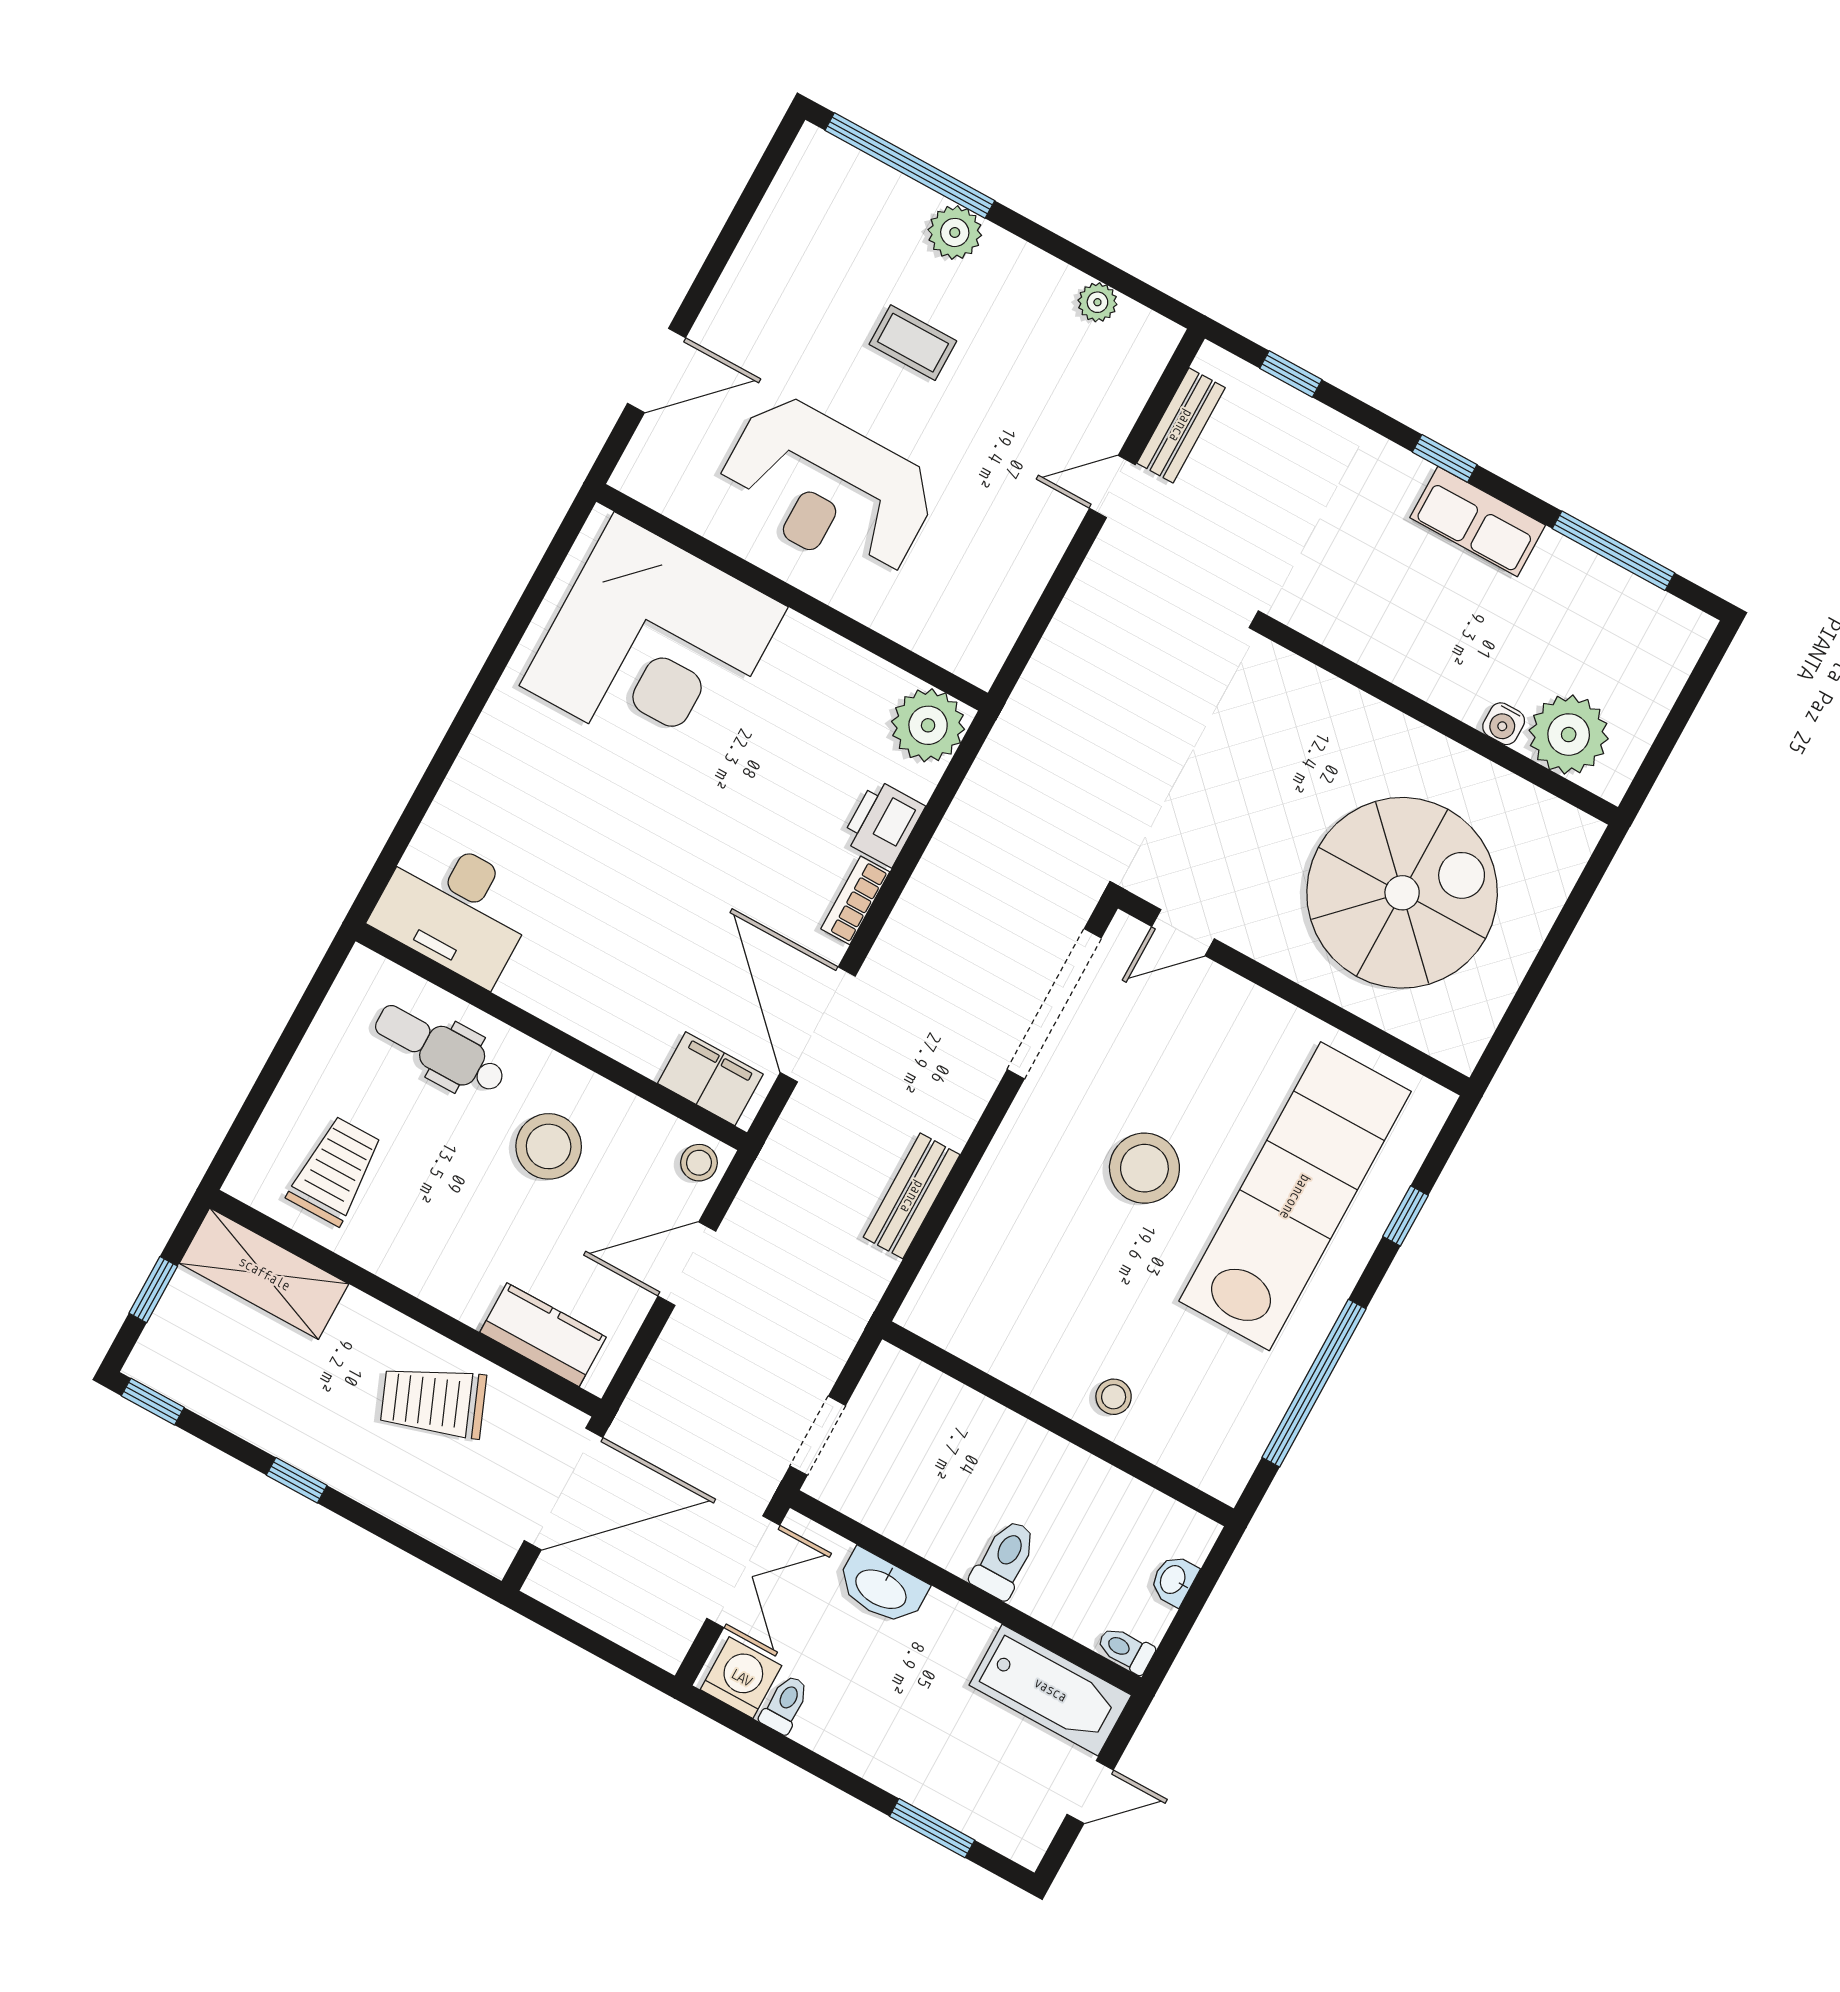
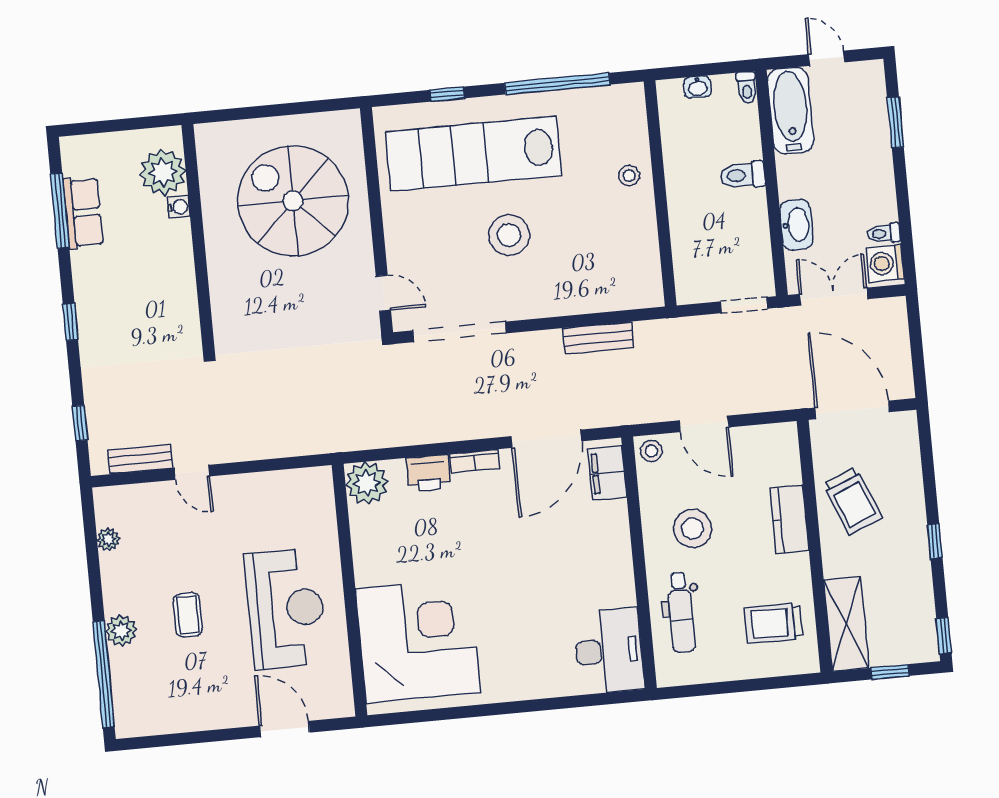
row of seats: (1478, 521) -> (83, 213), moved
kitchen counter: (543, 1335) -> (789, 519), moved

